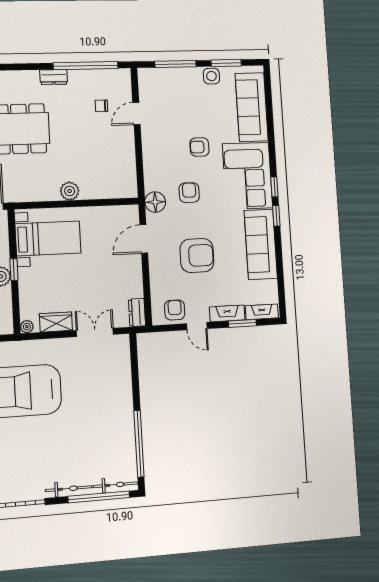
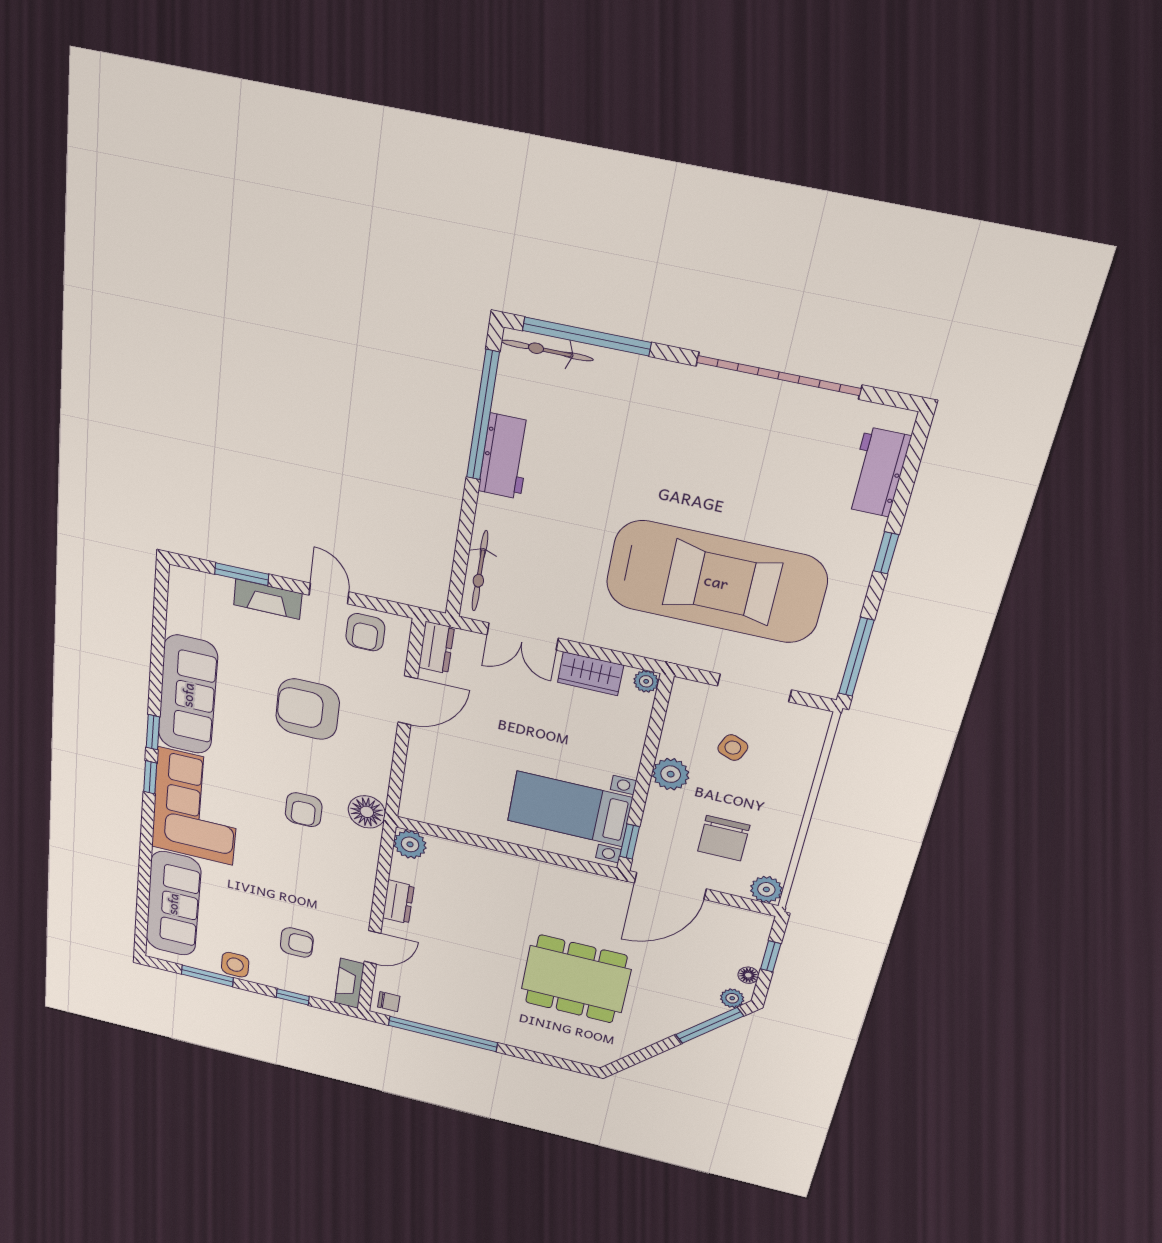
window: (175, 64) -> (293, 997), width x0.46
dresser: (54, 77) -> (398, 902), moved, turned 90
chair: (101, 106) -> (389, 1002), moved
armchair: (199, 147) -> (297, 943), moved
plant: (70, 191) -> (410, 844), moved
door: (144, 239) -> (408, 700), moved
window: (14, 270) -> (630, 842), moved
fireplace: (262, 312) -> (349, 983), moved, turned 90
workbench: (124, 426) -> (505, 457), added
bicycle: (69, 489) -> (480, 571), moved, turned -90

